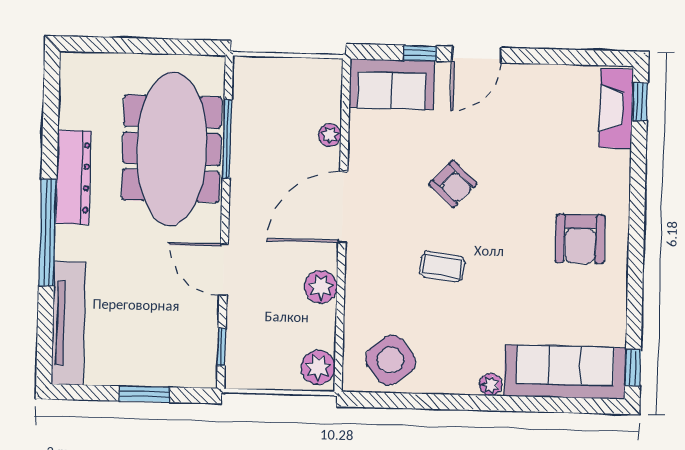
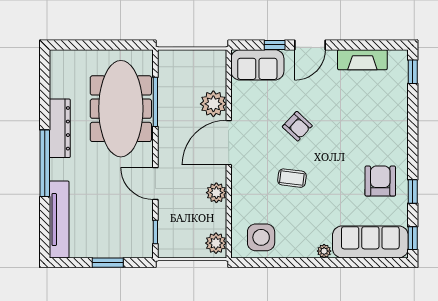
fireplace: (616, 108) -> (362, 60), moved, turned -90
plant: (330, 135) -> (213, 104), width x1.88, depth x1.88
armchair: (580, 239) -> (380, 181), moved, turned 180
window: (635, 293) -> (413, 191), added
side table: (390, 360) -> (261, 237), turned 38

